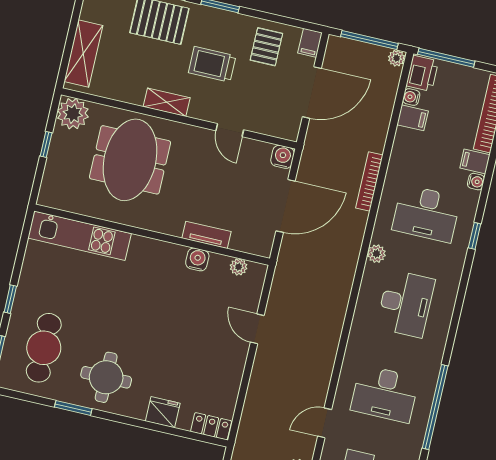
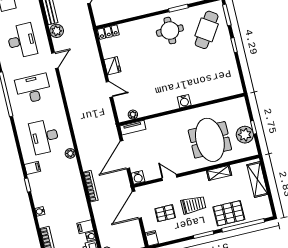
pallet: (266, 47) -> (165, 213), moved, turned 90
door: (312, 92) -> (137, 205), moved
shelving: (167, 102) -> (219, 173), moved
plant: (73, 114) -> (245, 135), moved
filing cabinet: (475, 161) -> (33, 168), moved
desk: (426, 214) -> (56, 184), removed
tv unit: (207, 235) -> (133, 128), moved
kitchen unit: (80, 236) -> (216, 92), removed
water cooler: (197, 259) -> (184, 101), moved
cafe table: (44, 348) -> (207, 30), turned 33
fridge: (163, 412) -> (112, 66), moved, turned -90

